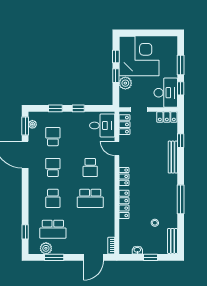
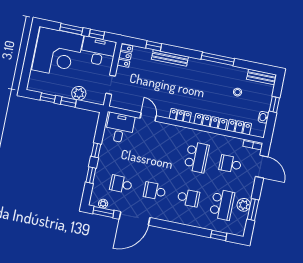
corner desk: (139, 56) -> (58, 53), moved, turned 180
locker: (124, 125) -> (239, 127), moved
door: (117, 148) -> (148, 117), swing flipped
school desk: (90, 167) -> (230, 164), moved, turned 180
plant: (46, 248) -> (244, 205), moved

